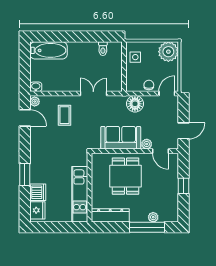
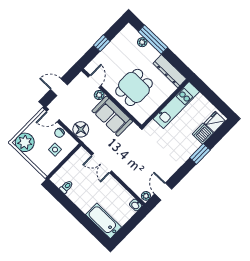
side table: (135, 57) -> (55, 150), moved
coffee table: (65, 115) -> (135, 168), removed
door: (184, 131) -> (59, 87), moved

